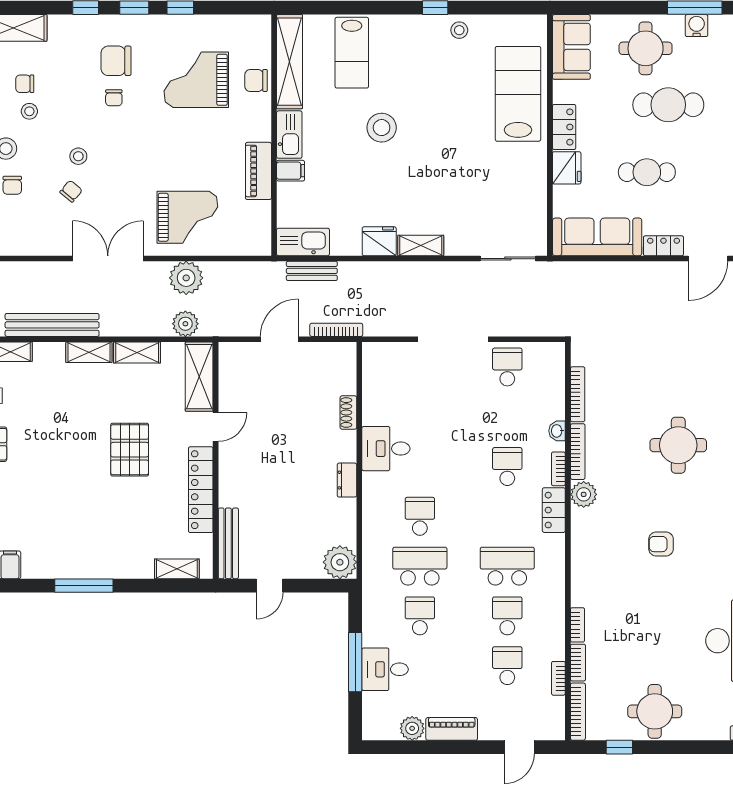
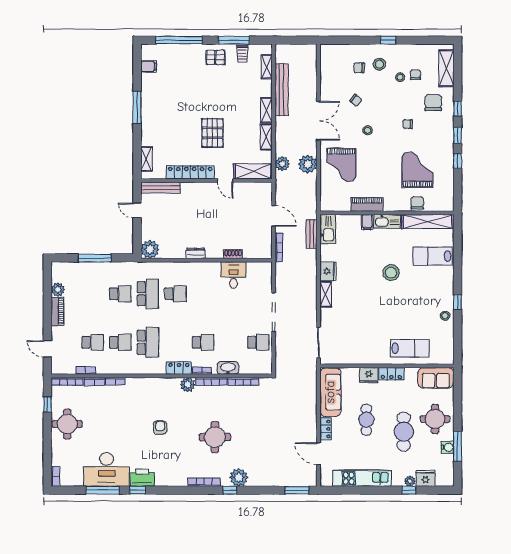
chair: (116, 61) -> (433, 103), moved
lab bench: (518, 94) -> (410, 348), width x0.73, depth x0.72
stool: (78, 156) -> (368, 130), moved
washbasin: (557, 431) -> (228, 368), width x1.91, depth x1.45
desk: (386, 449) -> (234, 275), moved
pallet: (130, 450) -> (212, 133), turned 90
desk: (385, 669) -> (91, 275), removed

